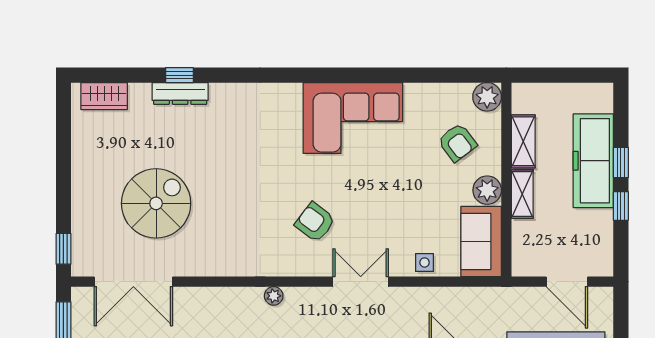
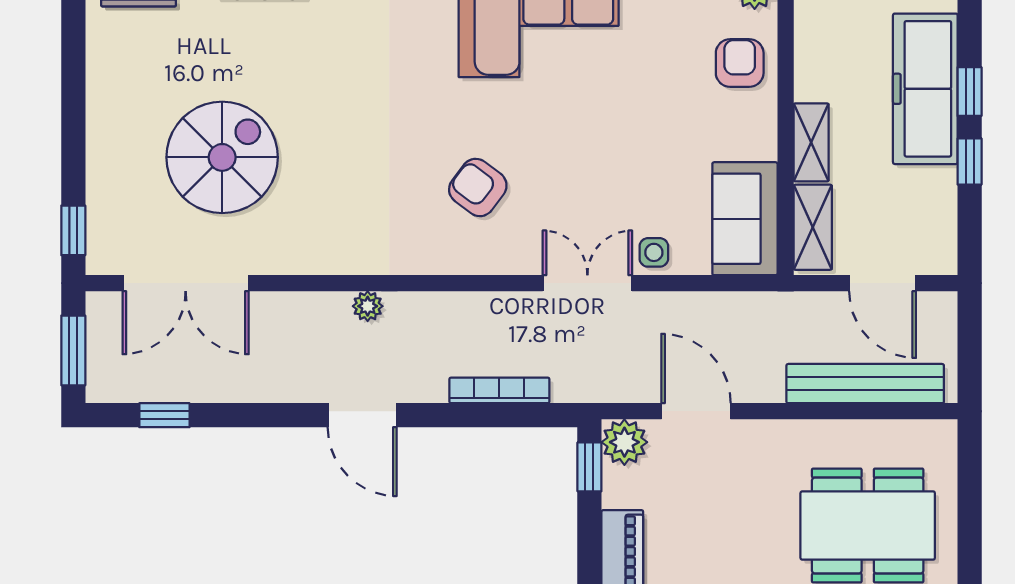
shelving: (523, 141) -> (813, 227), moved
armchair: (457, 142) -> (740, 63), moved, turned -143
plant: (487, 190) -> (755, 136), removed
double door: (361, 282) -> (587, 283), moved
plant: (274, 296) -> (368, 306), moved

